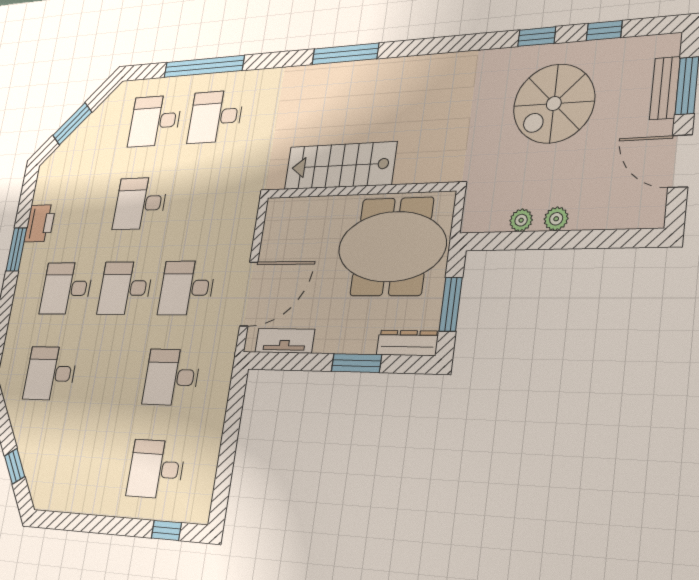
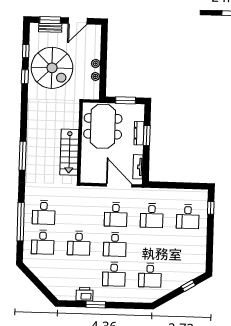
spiral stairs: (554, 104) -> (52, 68), width x1.37, depth x1.37
window: (72, 124) -> (40, 286), removed
dresser: (407, 343) -> (139, 133), moved

